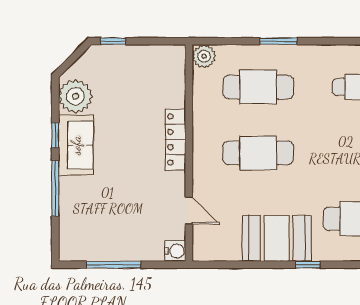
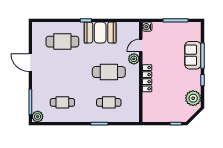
plant: (204, 56) -> (134, 59), moved
cafe table: (258, 87) -> (109, 102), width x0.73, depth x0.74
sofa: (76, 145) -> (193, 55), moved
door: (189, 210) -> (141, 45), hinge flipped

